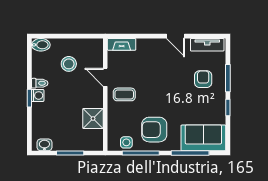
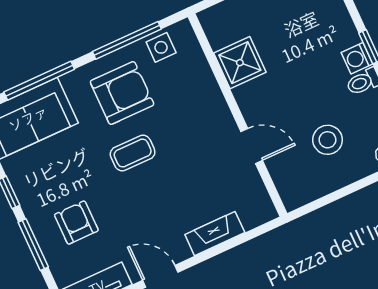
fireplace: (122, 44) -> (215, 234), moved
armchair: (203, 79) -> (76, 223), turned 180
coffee table: (124, 94) -> (133, 153), moved

